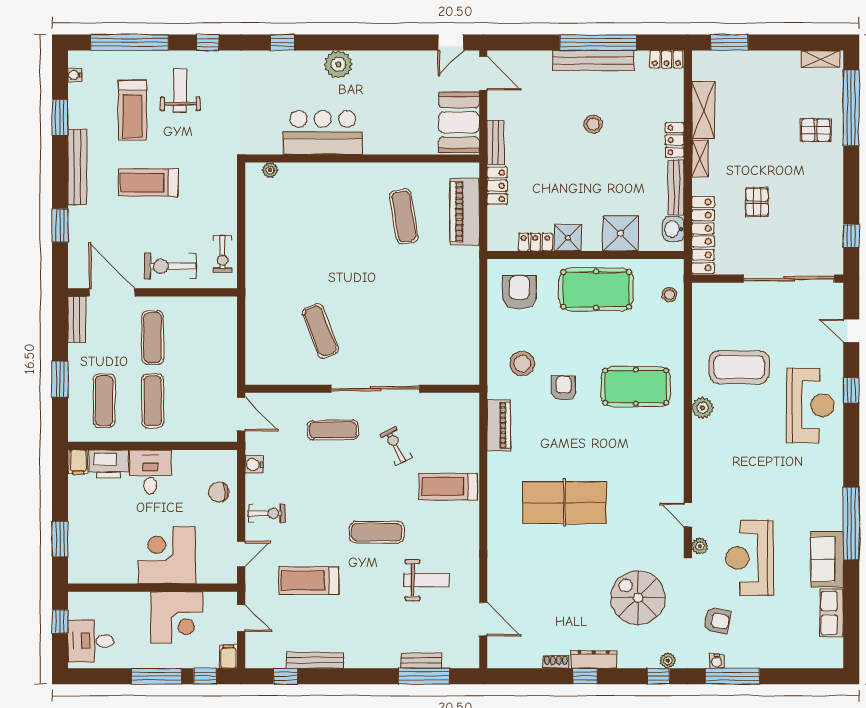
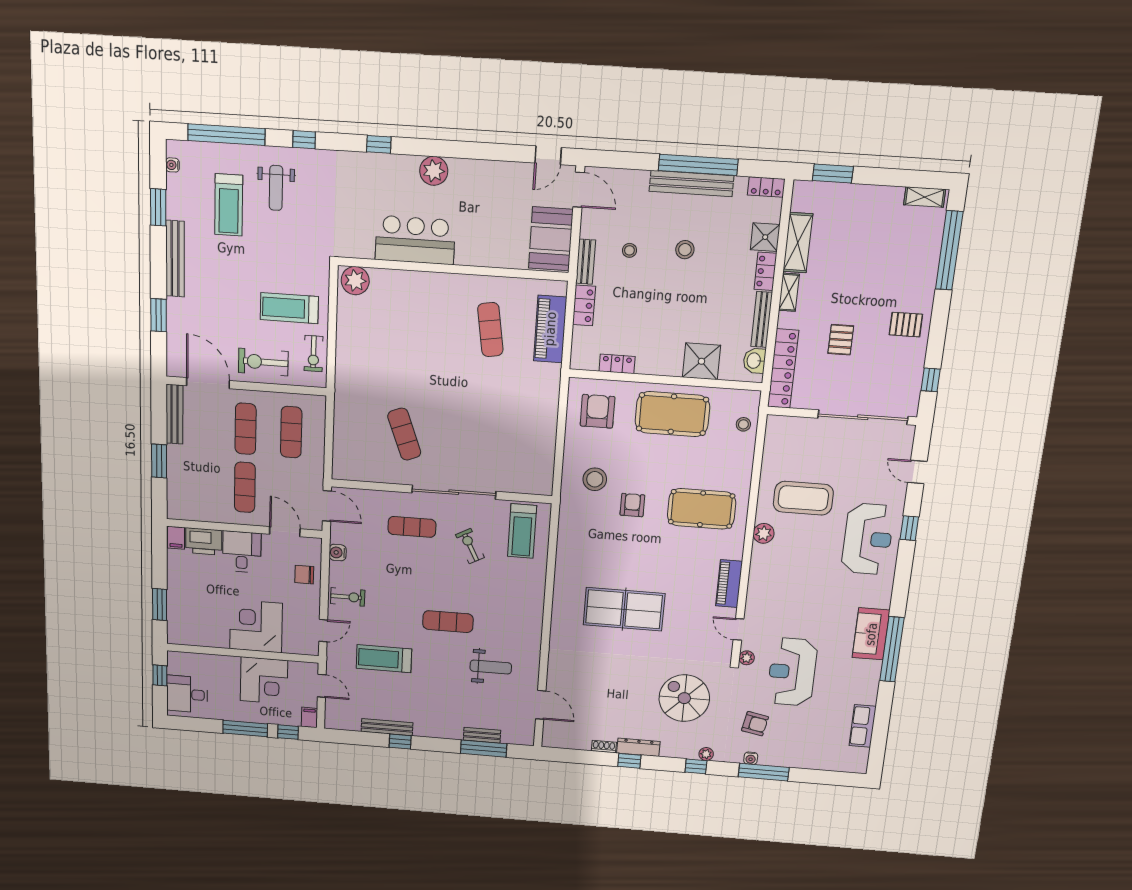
weight bench: (180, 91) -> (276, 188), turned 180
stool: (538, 128) -> (629, 250), added
pallet: (816, 130) -> (906, 325), moved
plant: (270, 170) -> (355, 281), width x1.88, depth x1.88
treadmill: (148, 183) -> (289, 308), moved
shower: (568, 238) -> (765, 237), moved
bench: (77, 319) -> (175, 414), width x1.36
exercise mat: (104, 401) -> (291, 432), moved
piano: (499, 425) -> (729, 584), moved, turned 180
door: (197, 446) -> (285, 532), added
treadmill: (448, 487) -> (522, 531), moved, turned -90
sofa: (827, 559) -> (871, 634), moved
window: (286, 676) -> (400, 742), moved

